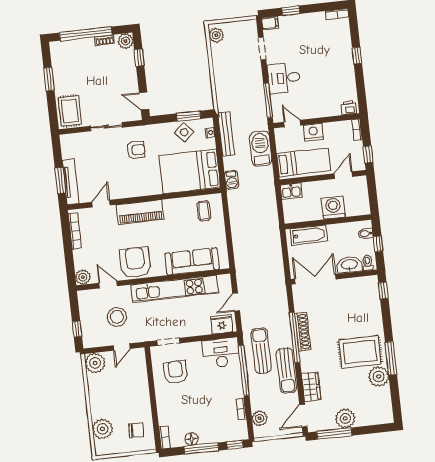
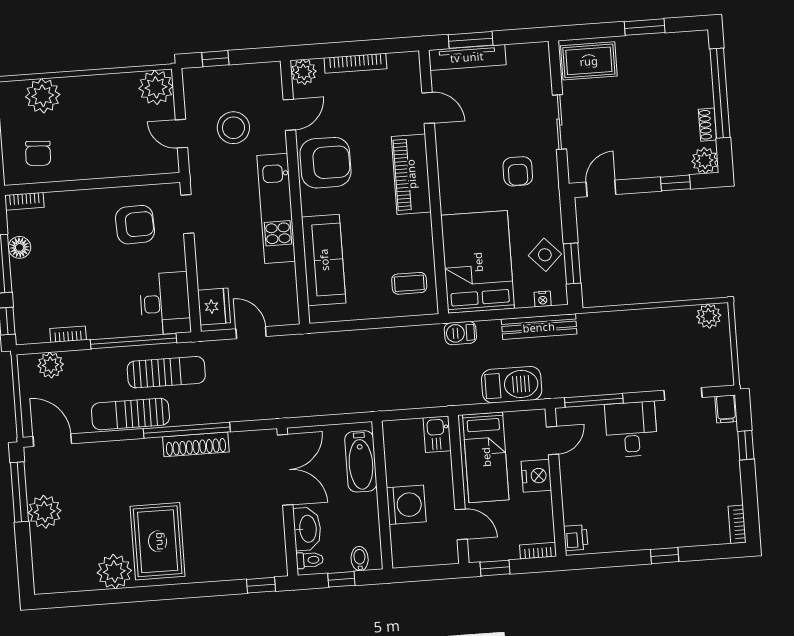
bookcase: (75, 231) -> (355, 63), moved
kitchen unit: (174, 289) -> (276, 208), width x0.73
window: (391, 358) -> (145, 594), removed
wardrobe: (311, 387) -> (101, 455), removed

